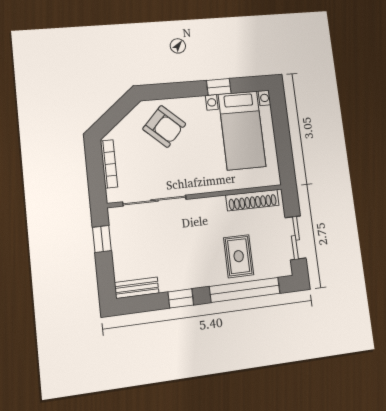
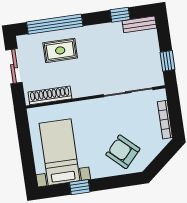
rug: (239, 256) -> (60, 50), turned 90
window: (181, 298) -> (120, 15), moved

